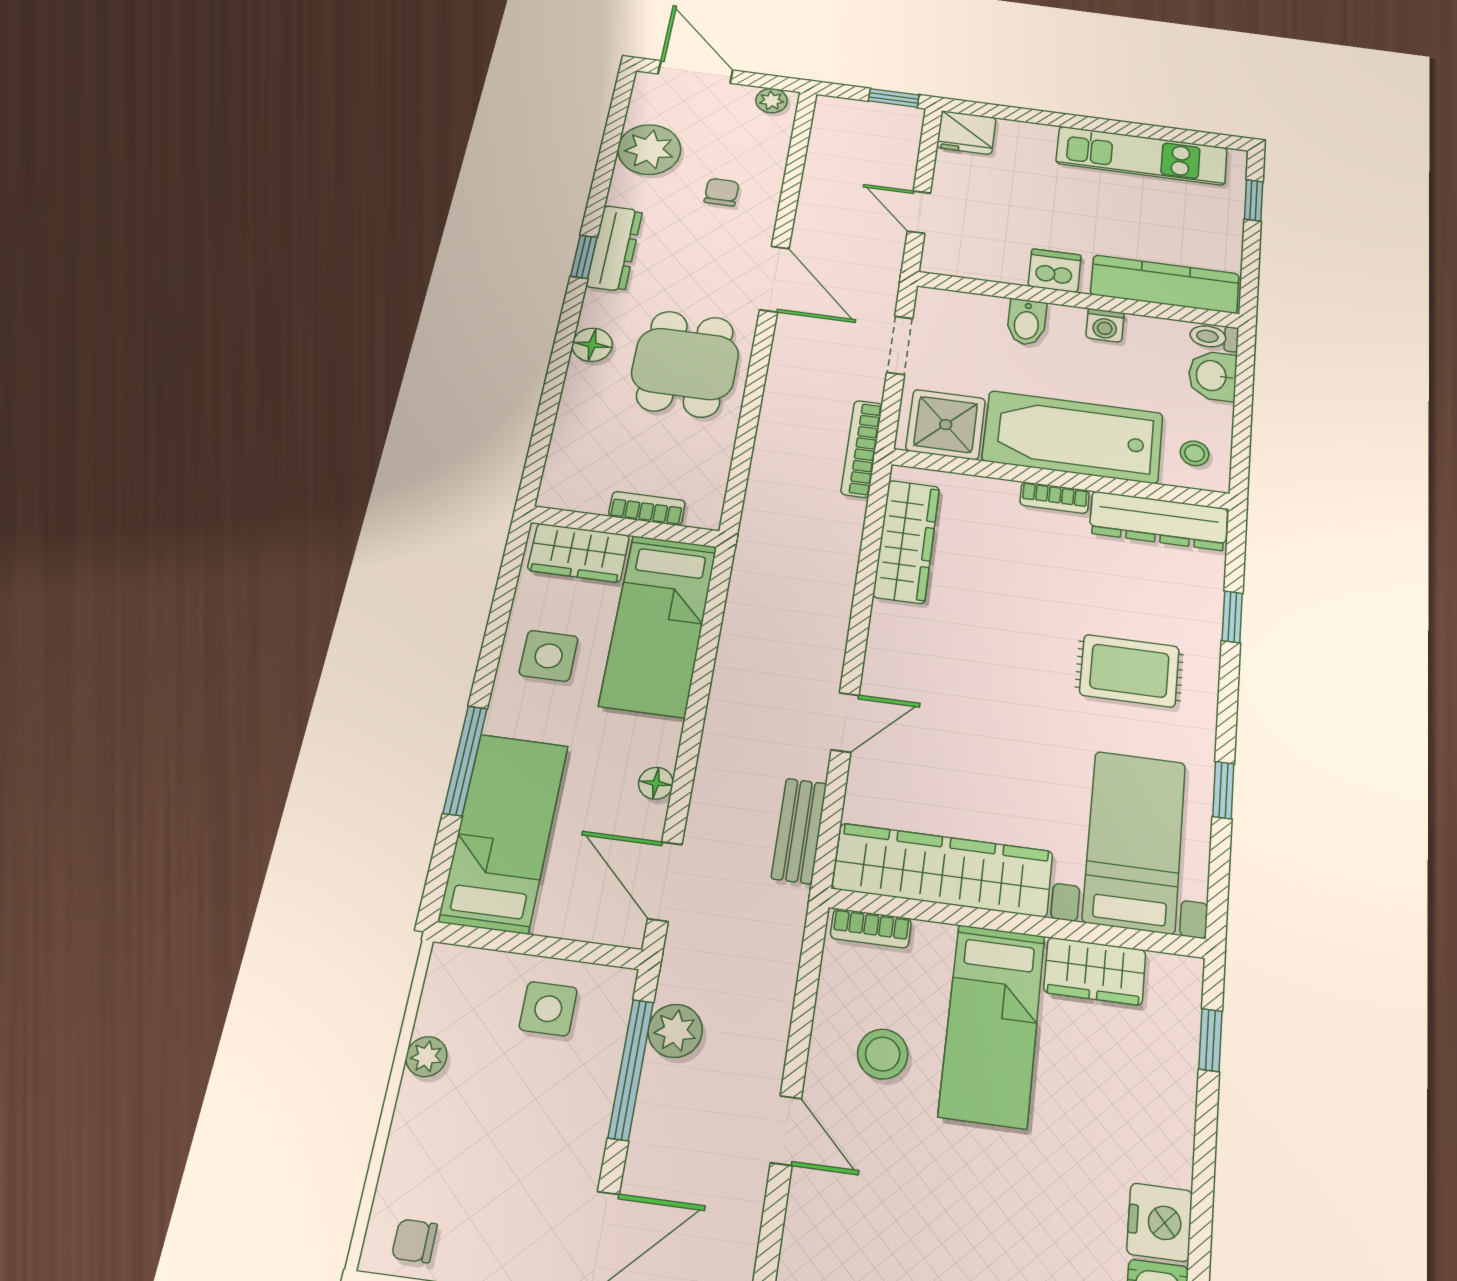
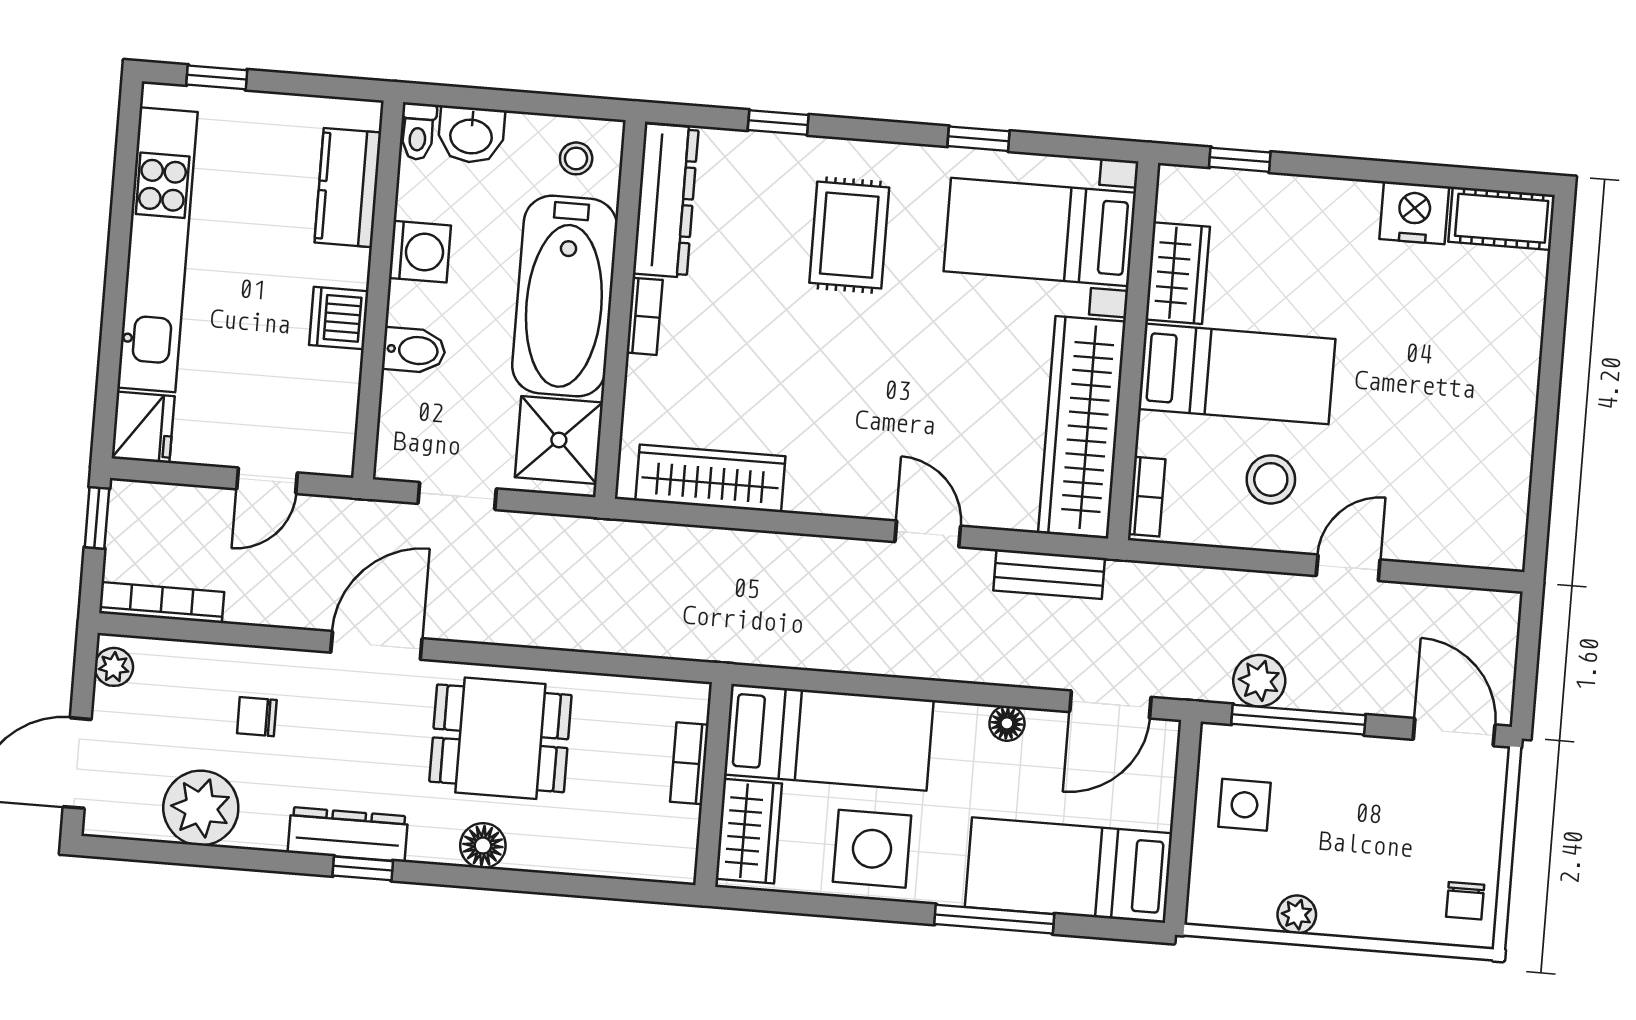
kitchen unit: (1142, 156) -> (157, 250), width x1.36
kitchen counter: (1165, 284) -> (348, 188), width x0.67
washing machine: (1105, 325) -> (420, 252), width x1.38, depth x1.38
bookcase: (862, 449) -> (162, 603), moved, turned 180
side table: (549, 656) -> (872, 849), width x1.37, depth x1.37

